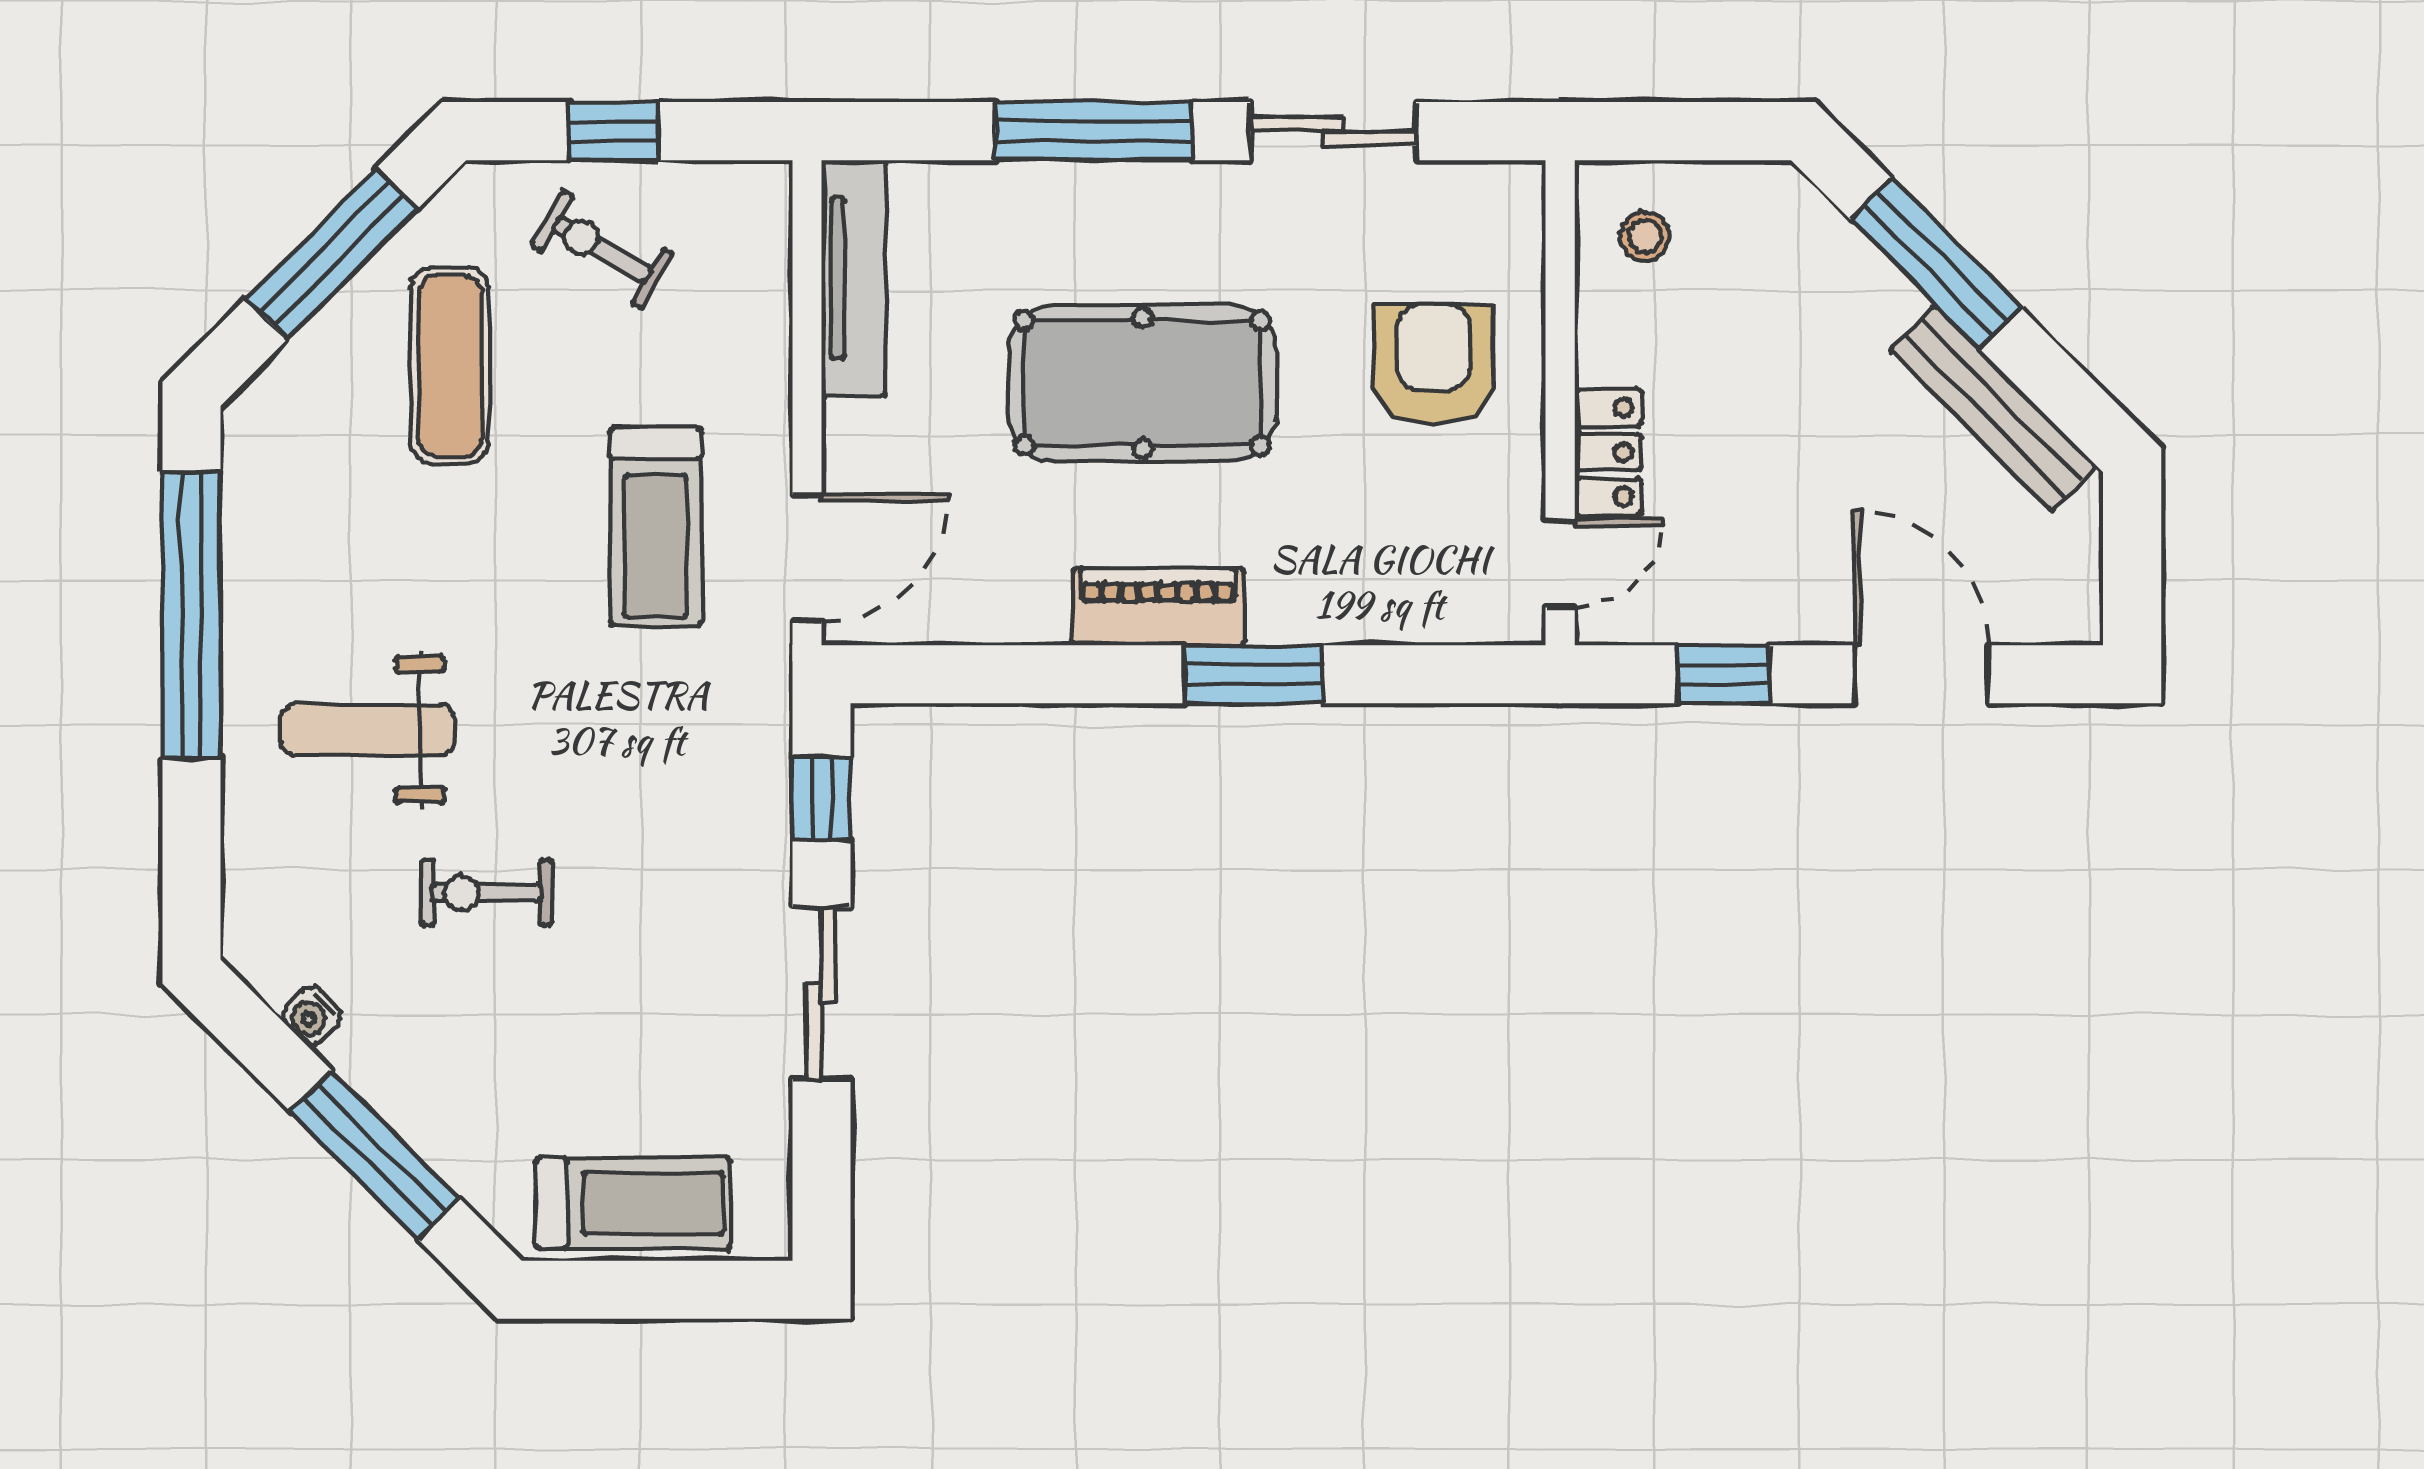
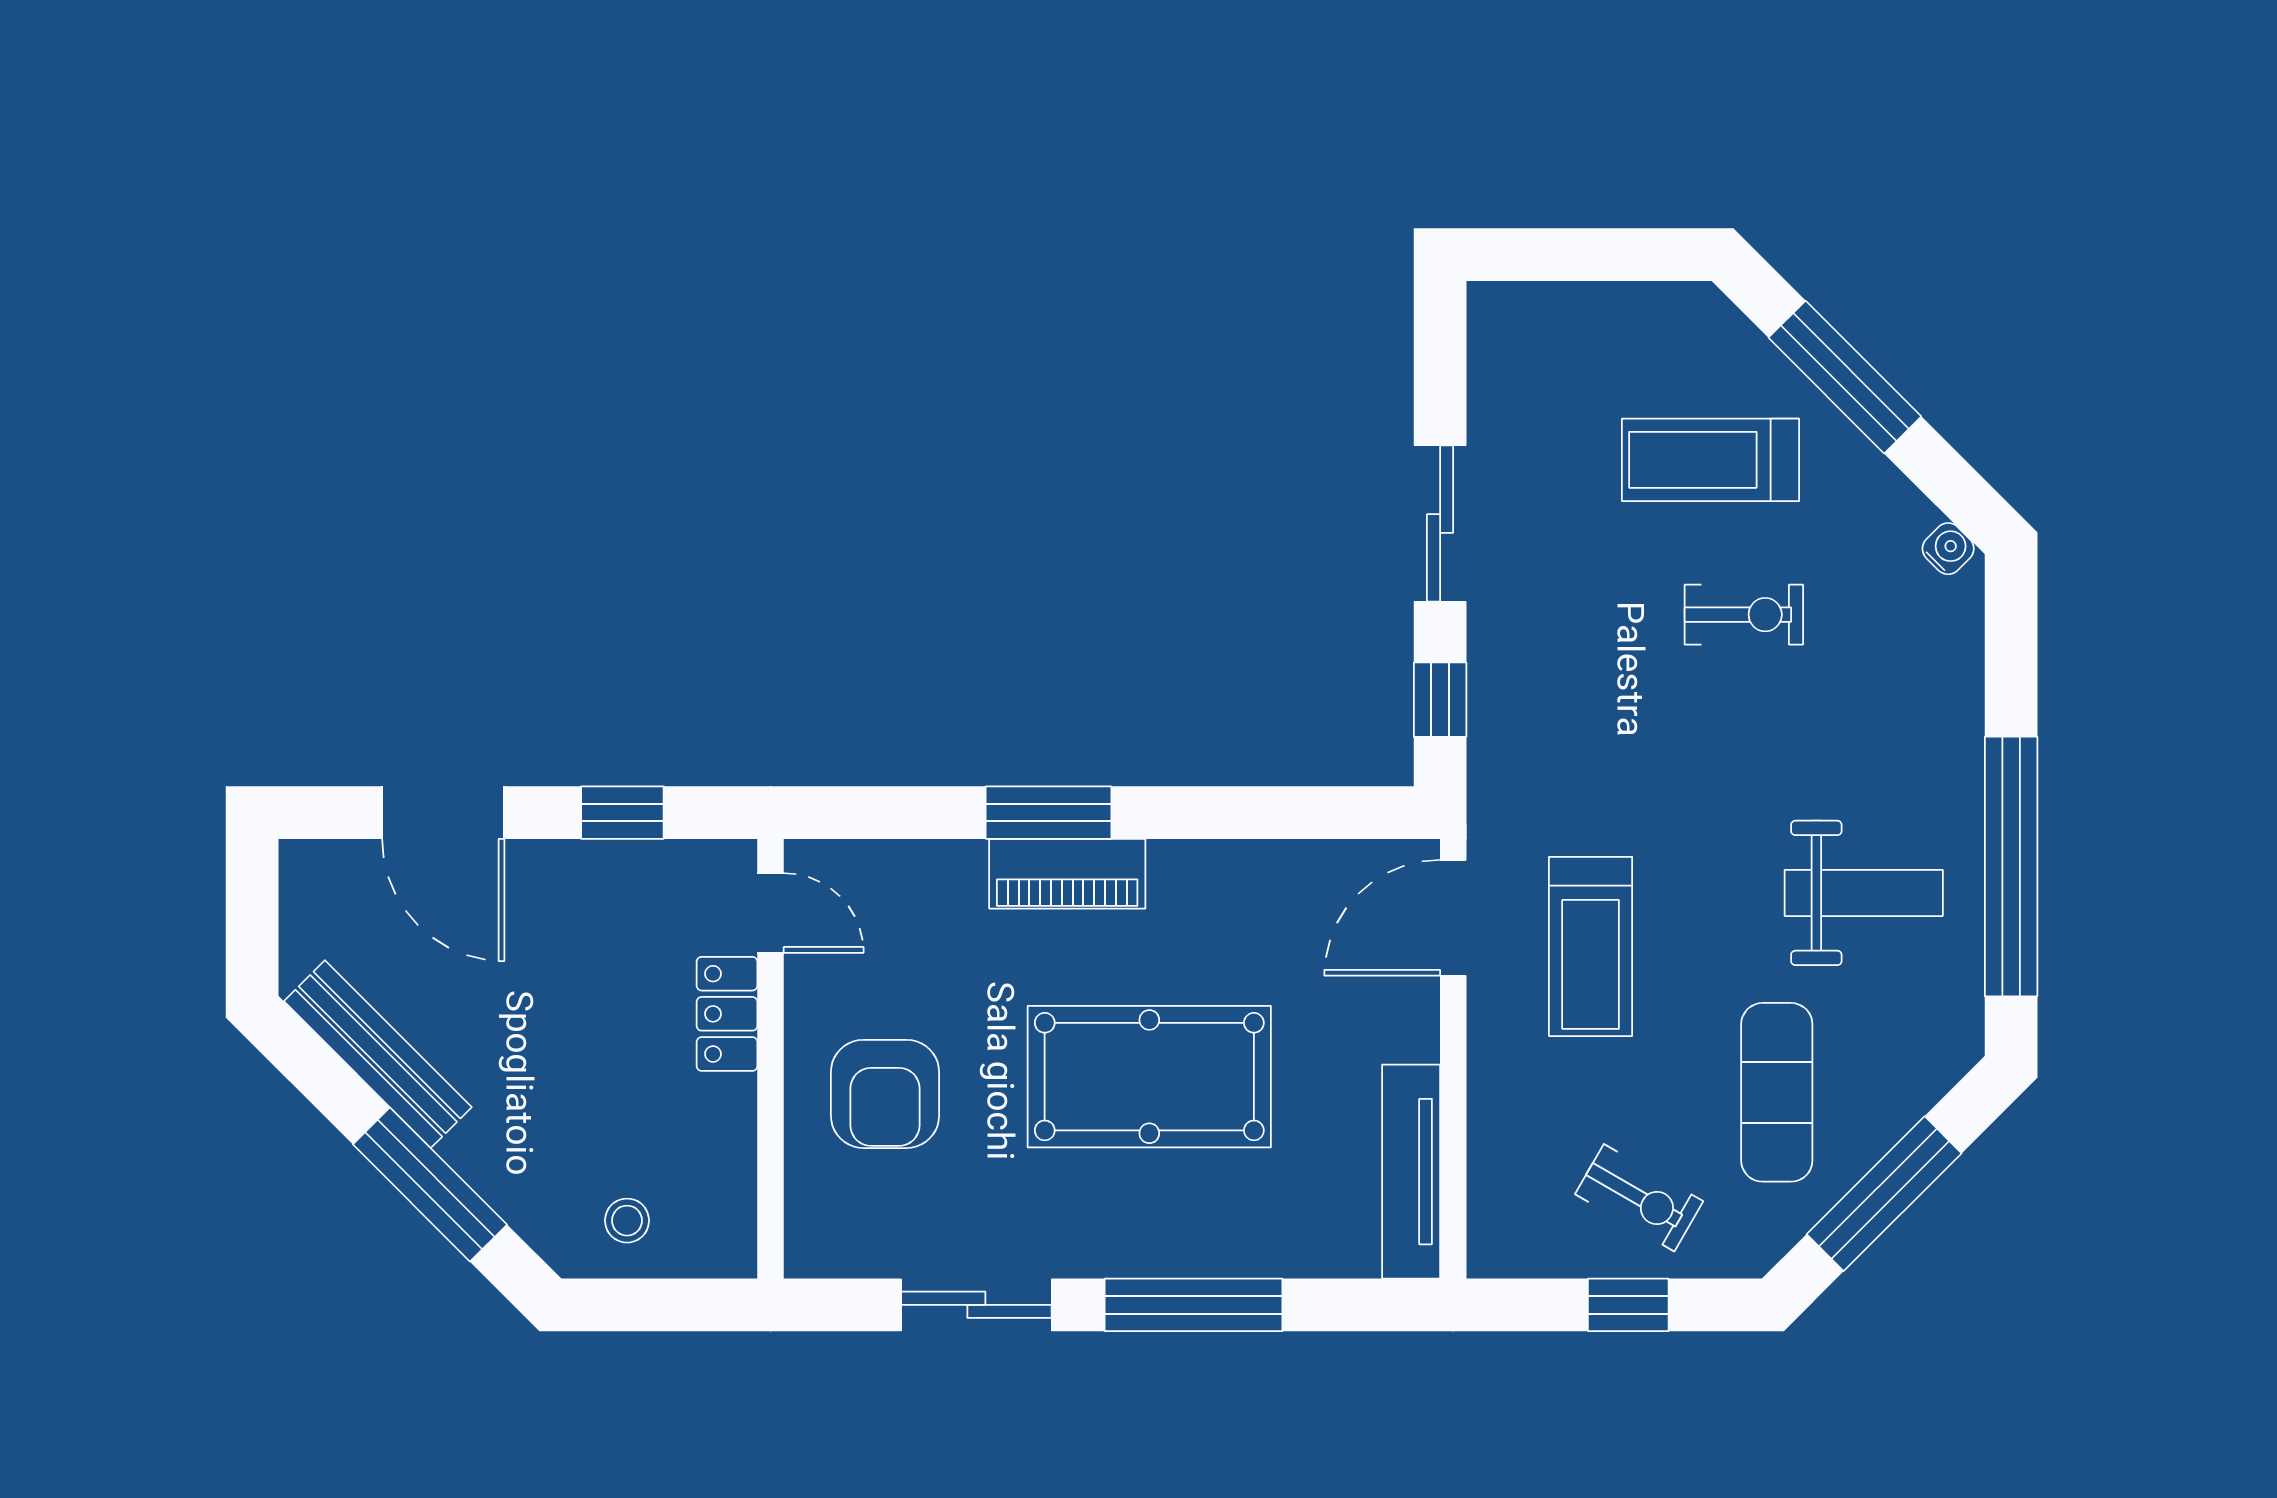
stool: (1645, 236) -> (627, 1221), moved
treadmill: (655, 527) -> (1591, 947), turned 180
door: (1560, 564) -> (771, 913), swing flipped
piano: (1158, 607) -> (1067, 874), moved
weight bench: (368, 730) -> (1864, 893), moved
water cooler: (311, 1016) -> (1948, 549), moved
treadmill: (633, 1203) -> (1710, 460), moved

